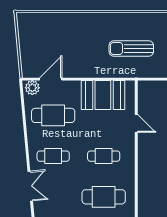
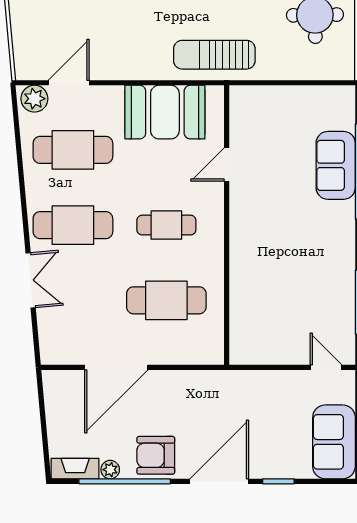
sun lounger: (131, 48) -> (214, 55), moved
door: (136, 123) -> (227, 165), swing flipped
cafe table: (53, 156) -> (73, 225), width x1.37, depth x1.35

